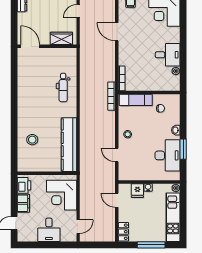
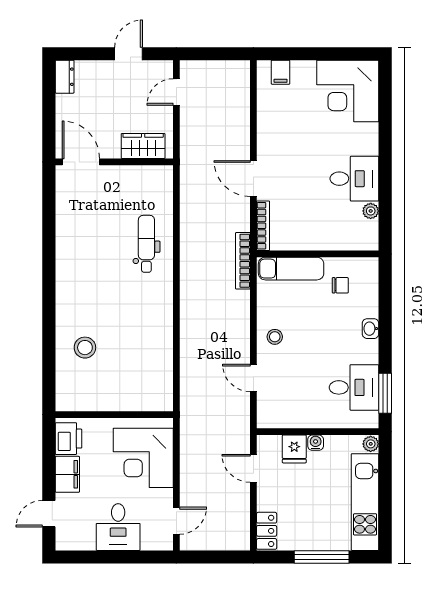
door: (117, 32) -> (253, 179), moved
dental chair: (63, 88) -> (146, 244), turned 180
kitchen counter: (69, 145) -> (158, 357), removed
window: (183, 149) -> (385, 393), moved
desk: (167, 155) -> (354, 387), width x0.73

